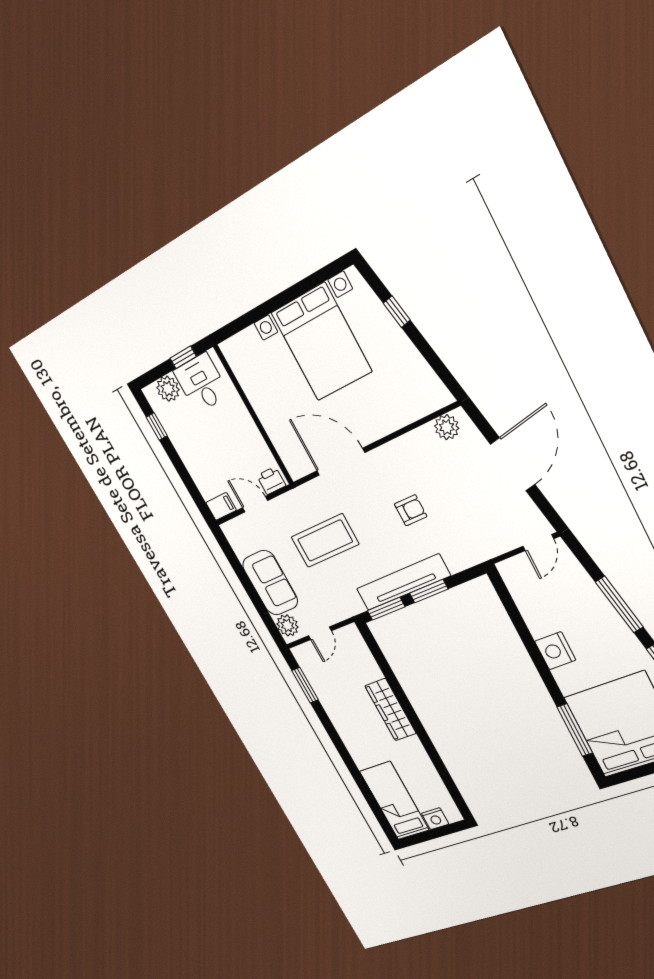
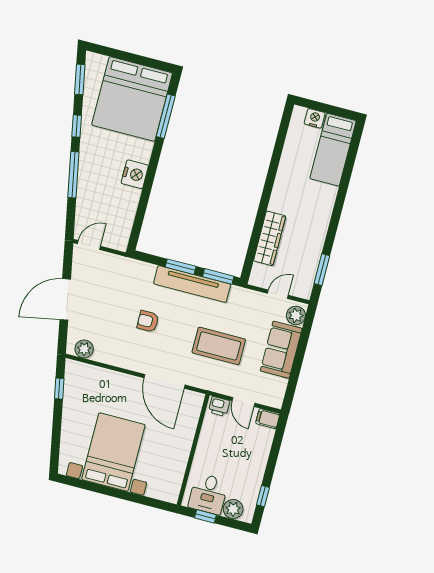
window: (397, 312) -> (59, 389), moved
wardrobe: (391, 710) -> (270, 238), moved

